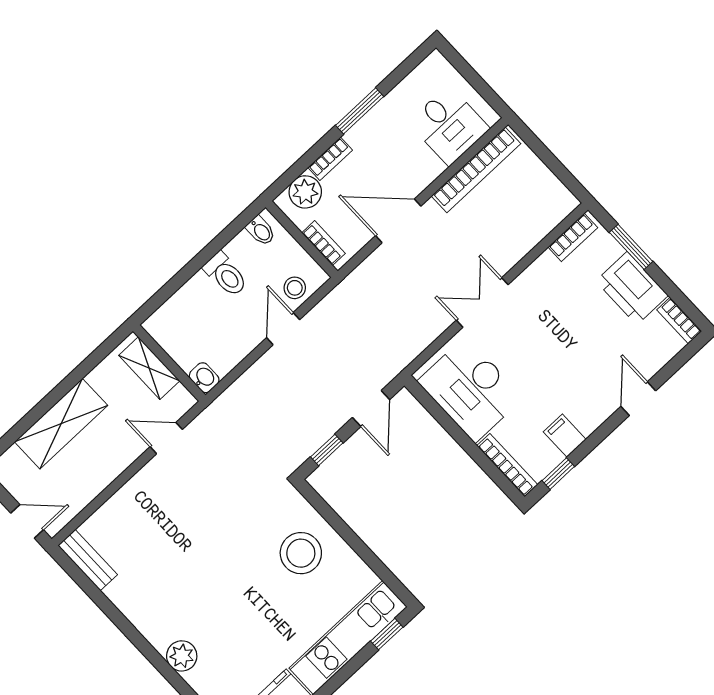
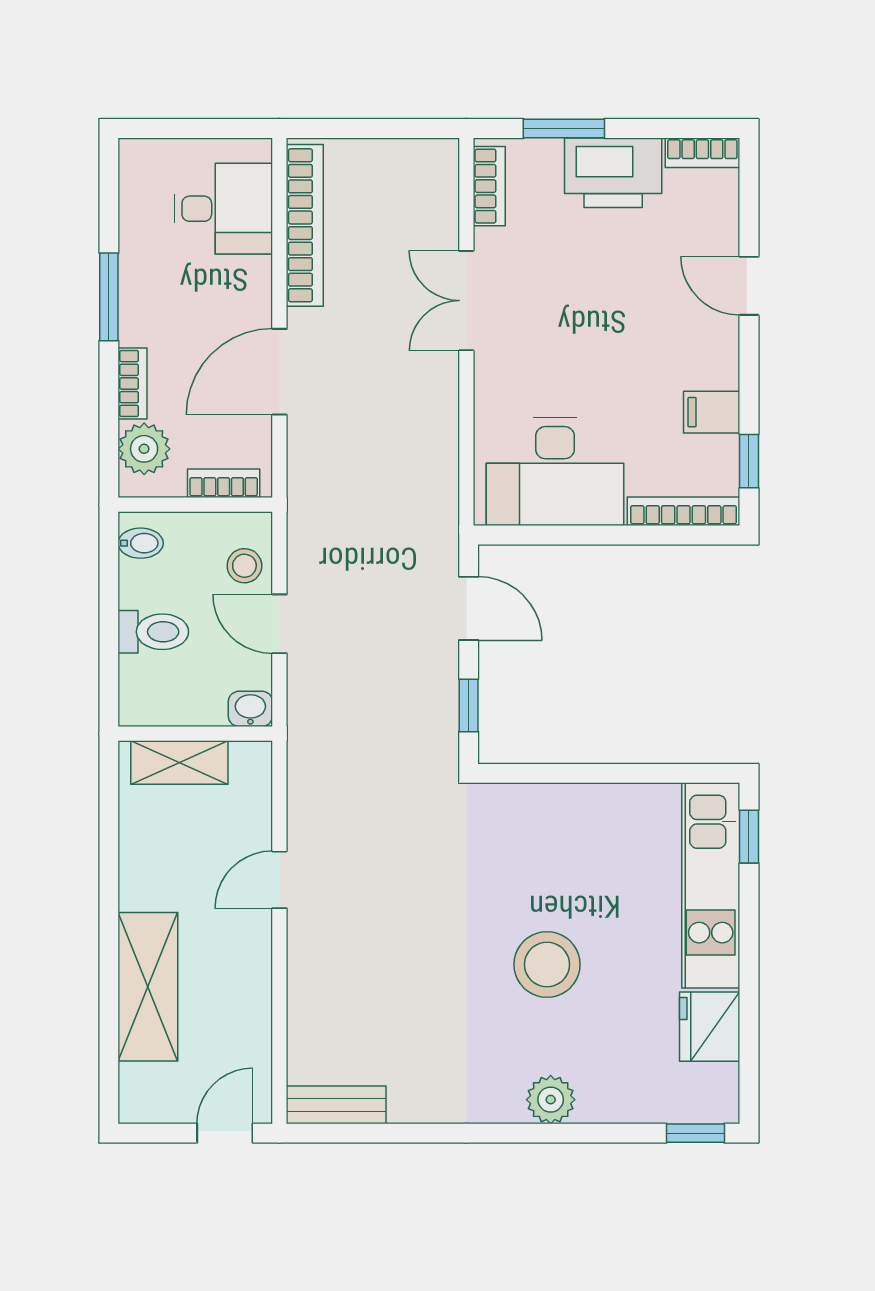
double door: (482, 302) -> (466, 301), moved
wall: (169, 363) -> (195, 734), moved
shelving: (149, 368) -> (179, 762), moved
washbasin: (204, 378) -> (250, 709), moved
stool: (301, 553) -> (547, 965), moved

